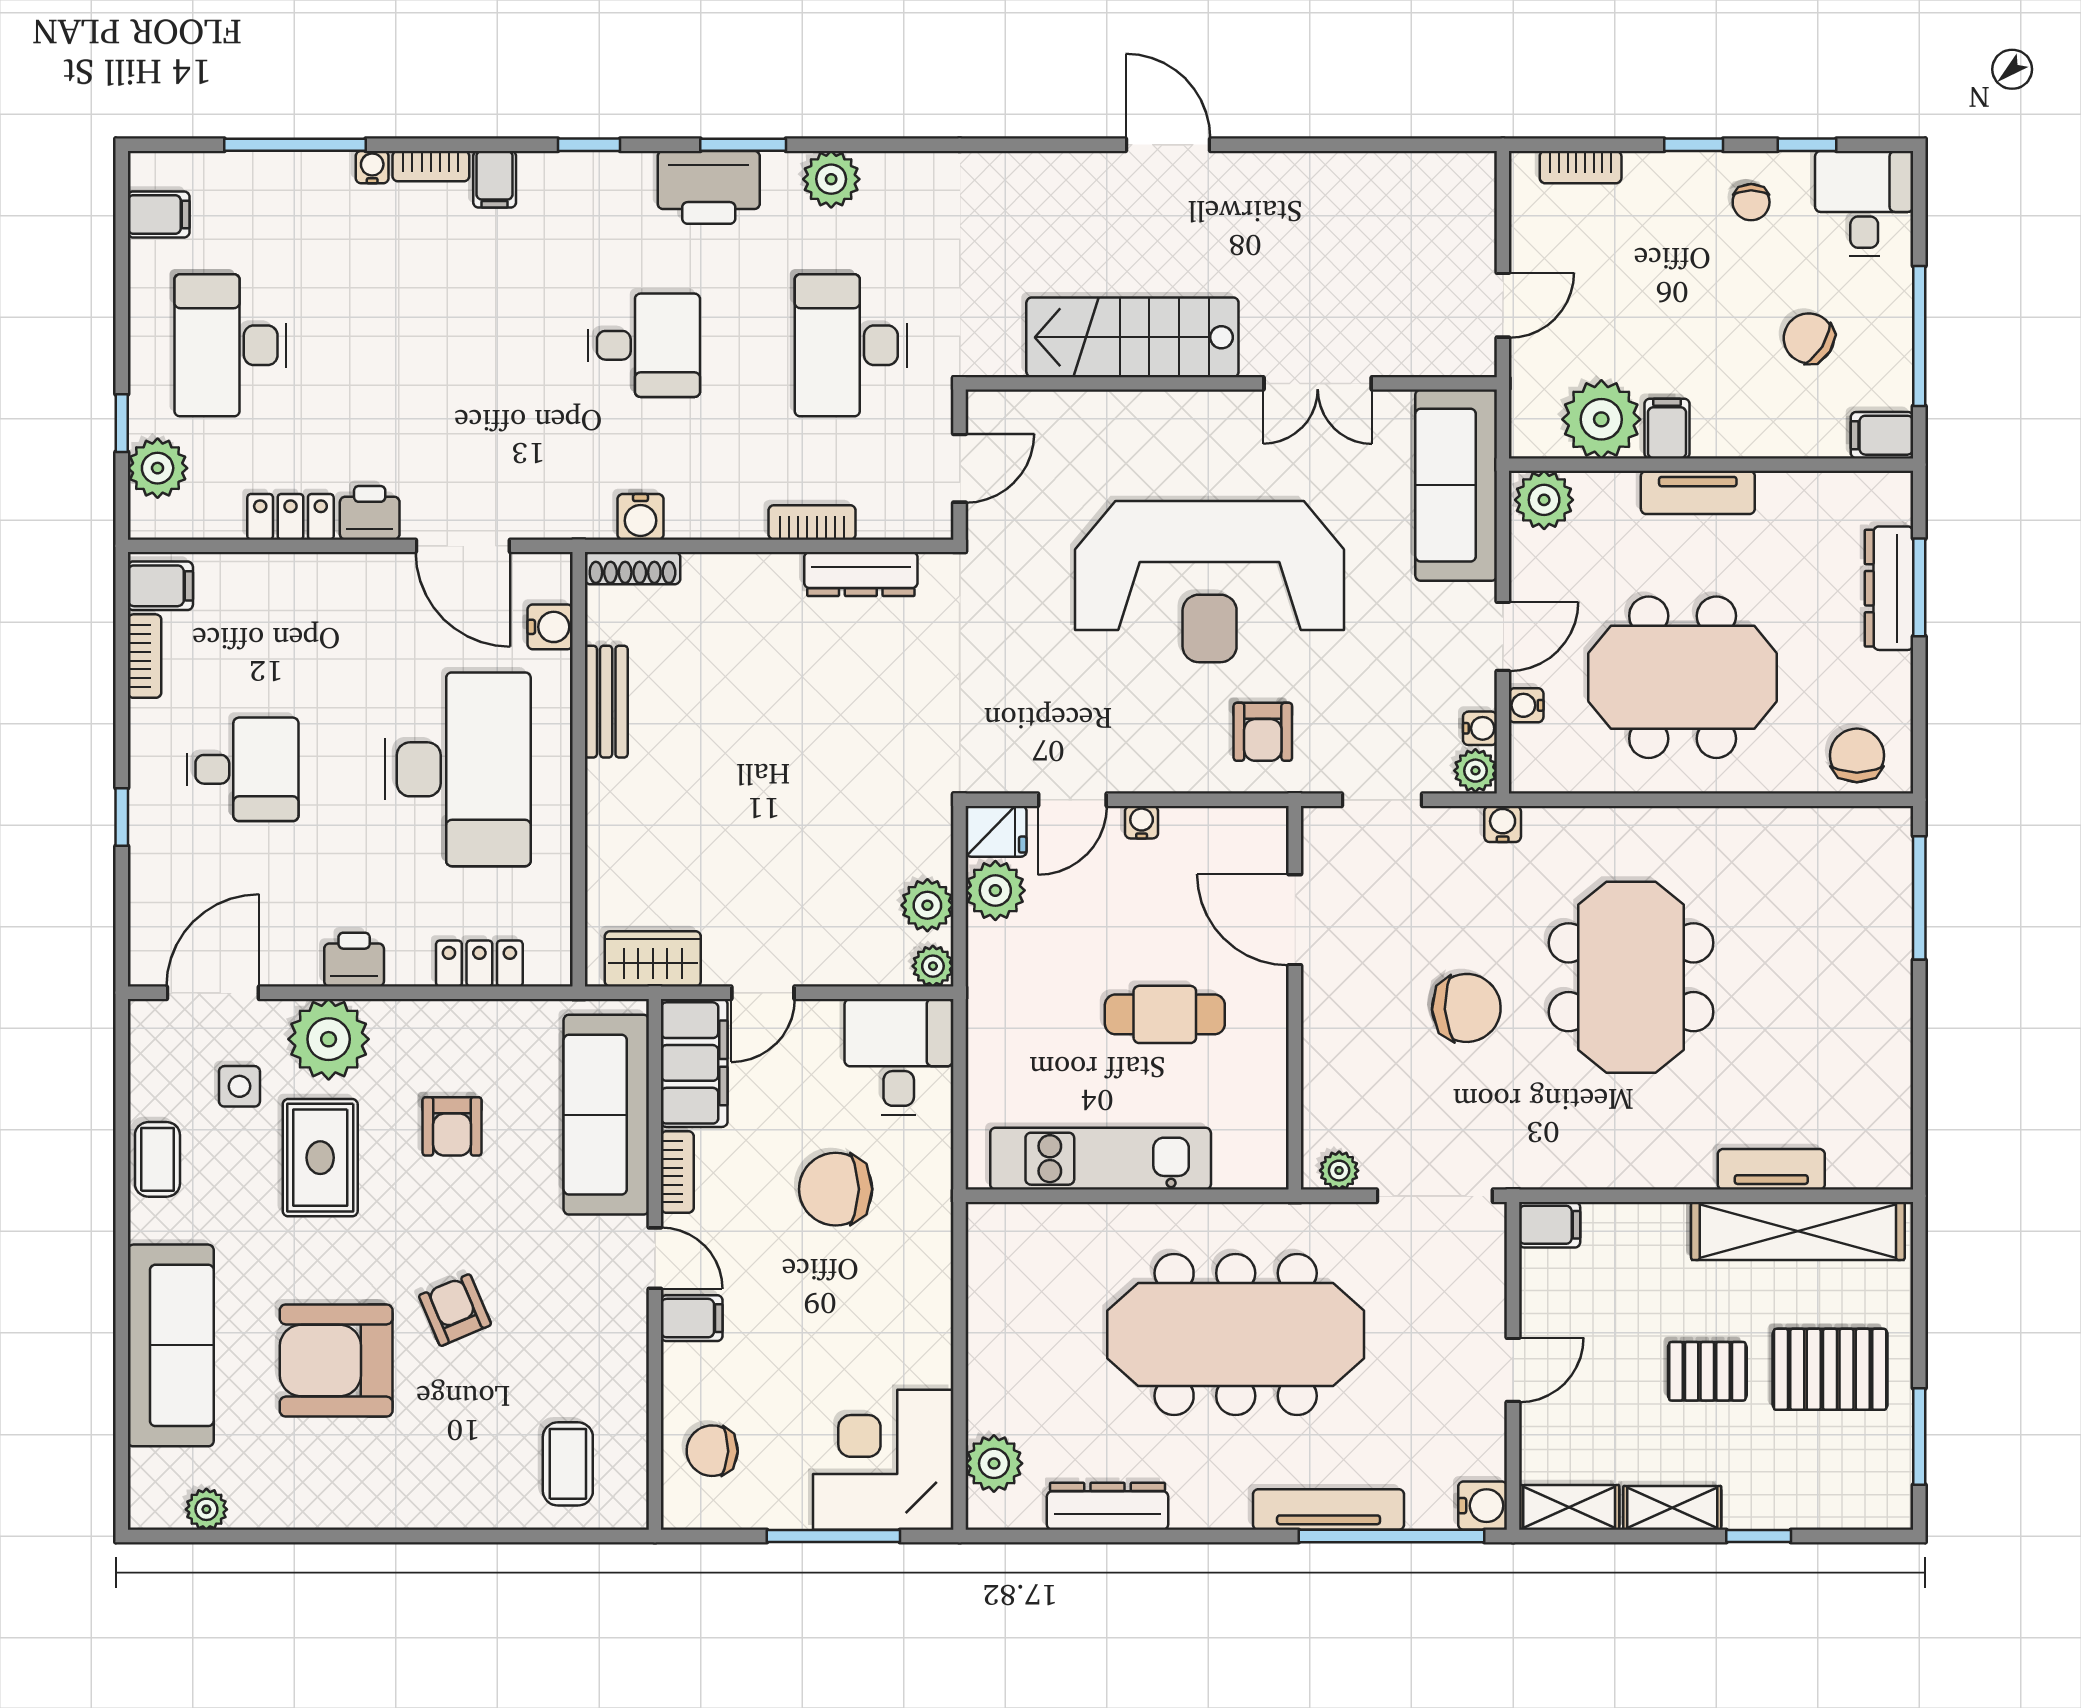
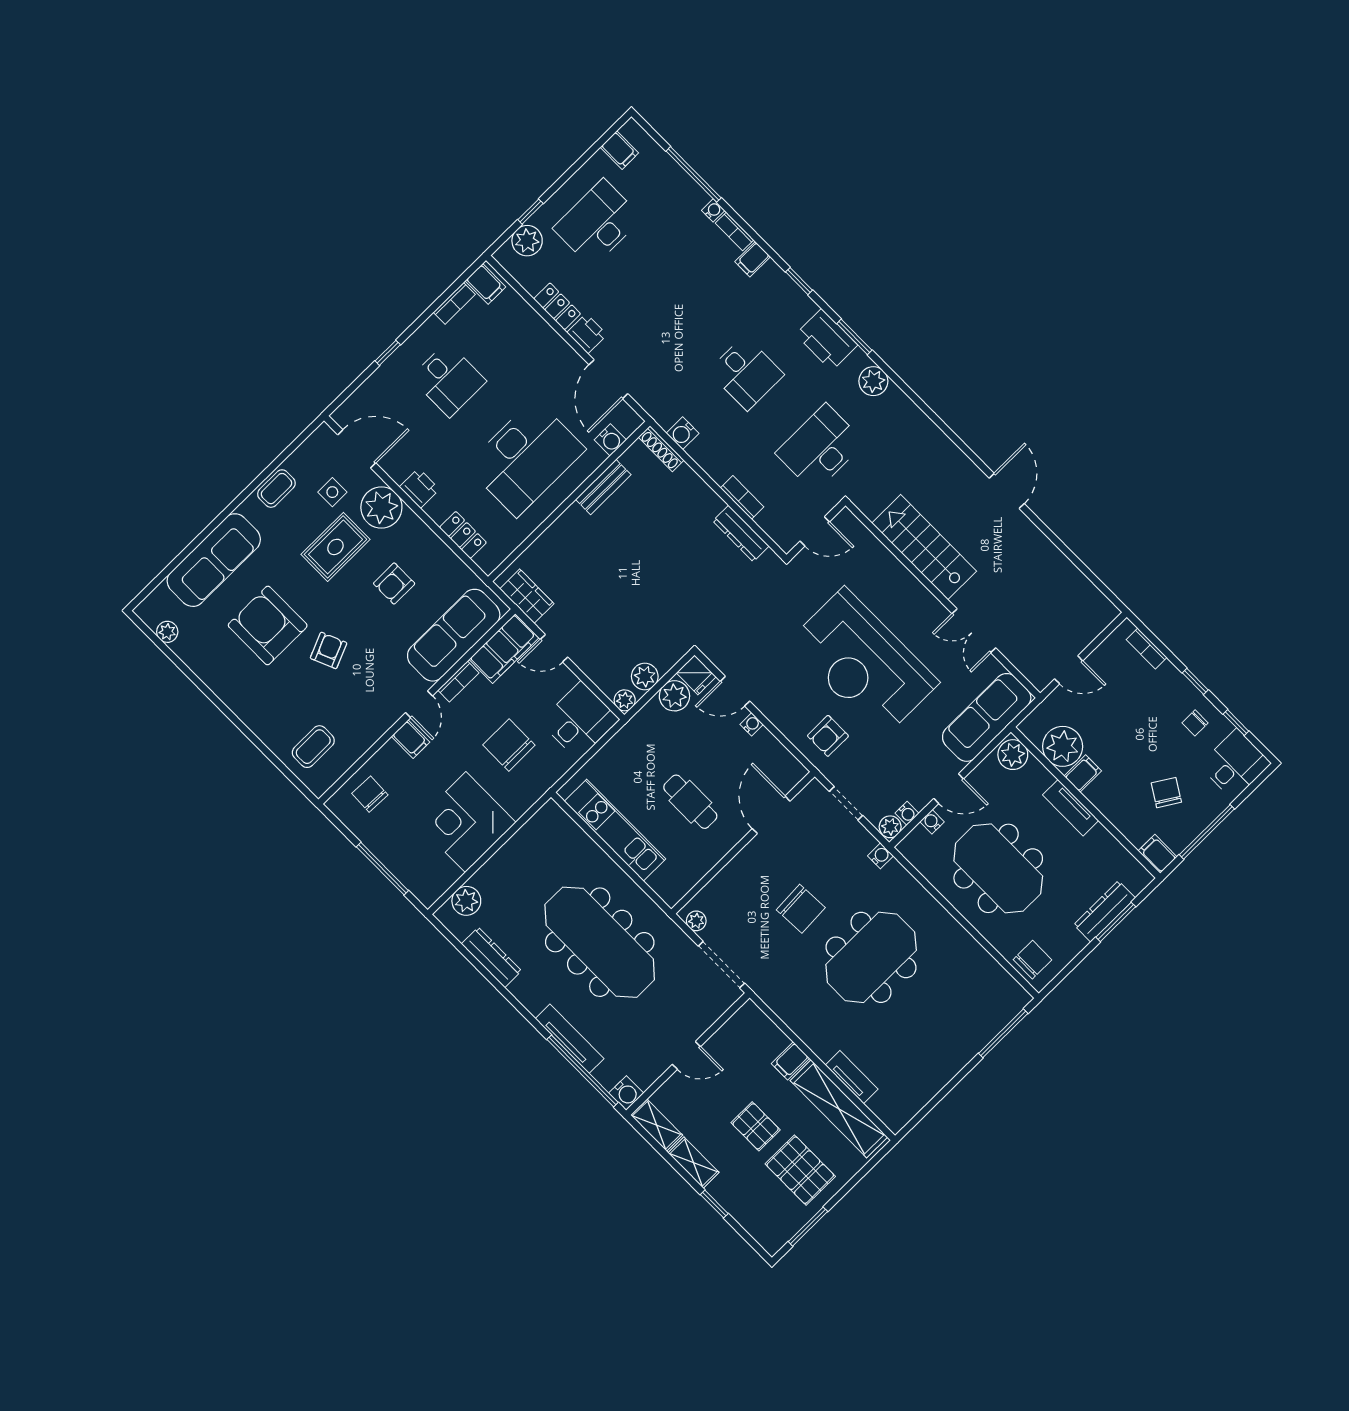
filing cabinet: (1550, 1225) -> (790, 1061), moved, turned 90
corner desk: (883, 1460) -> (466, 822), moved, turned -90

